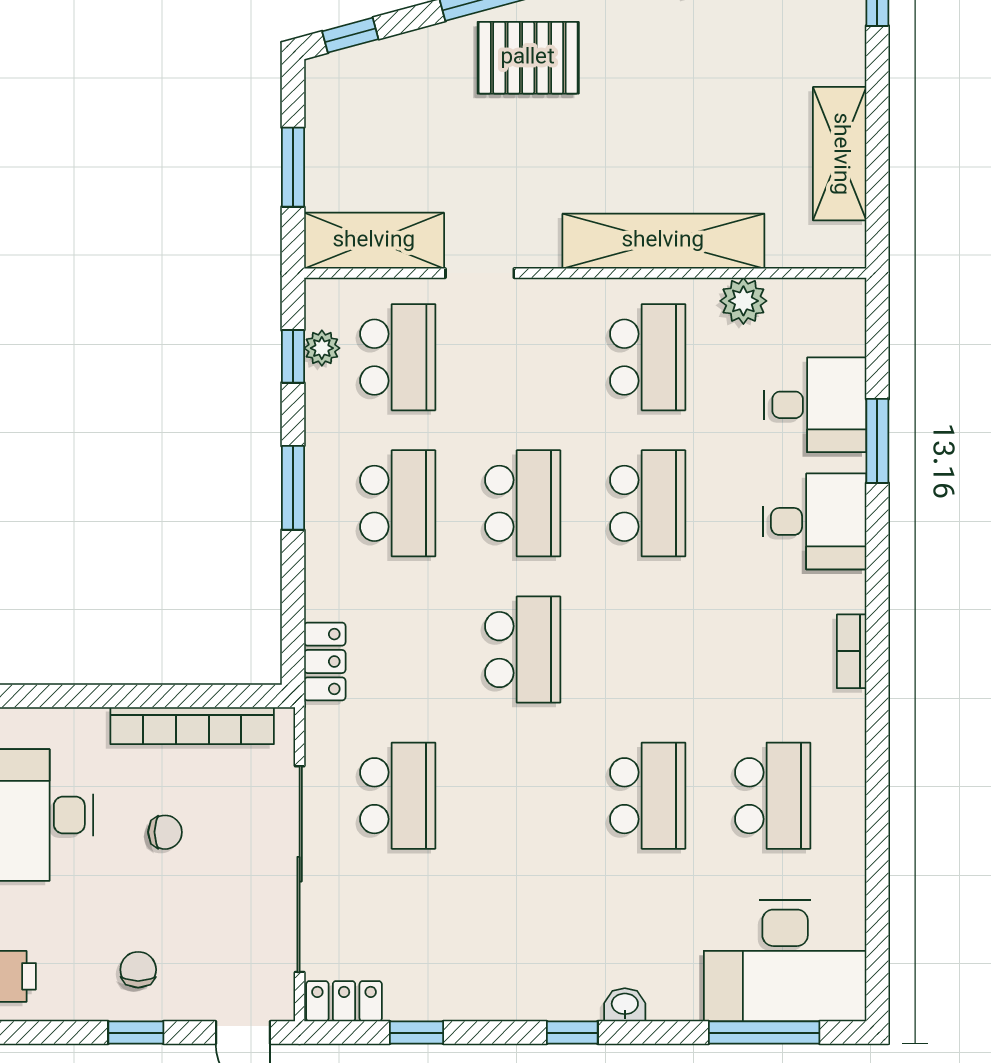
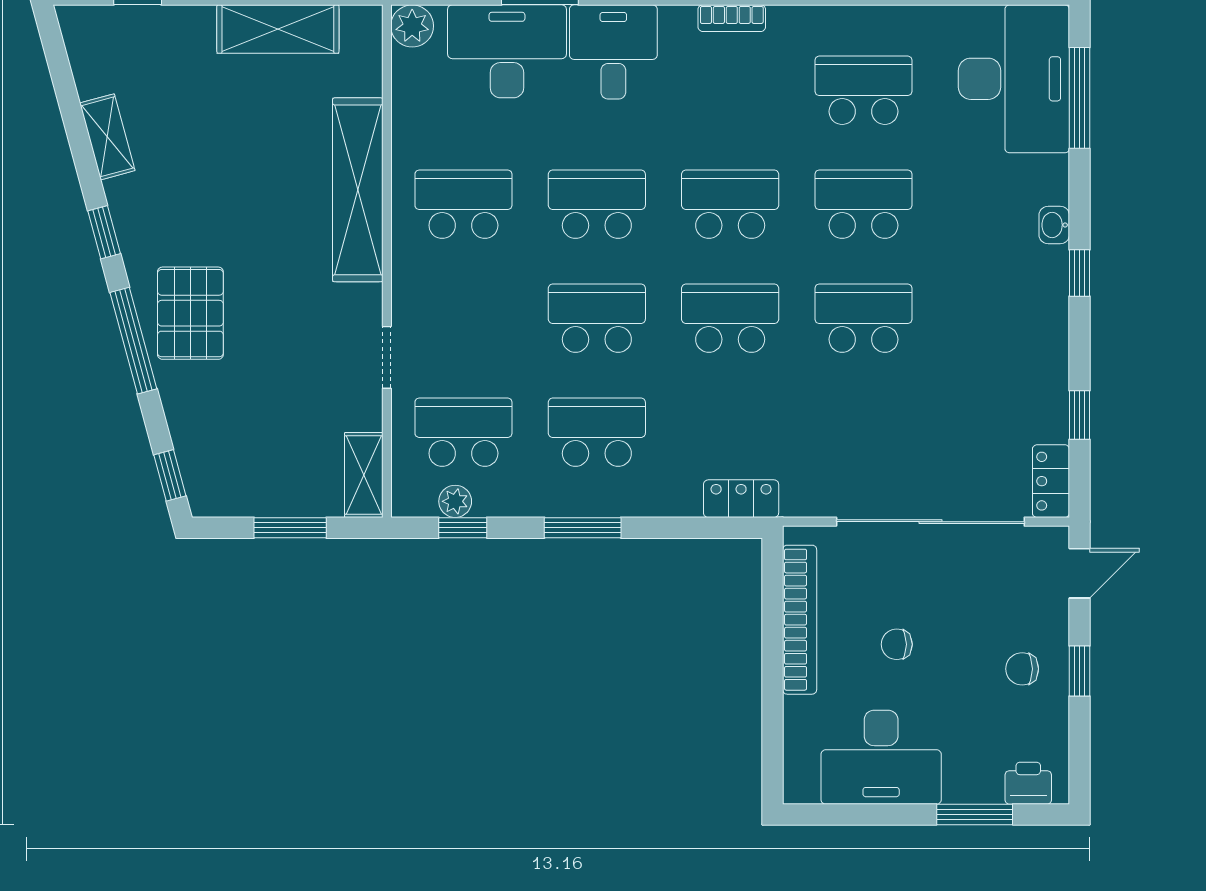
shelving: (374, 241) -> (364, 475), width x0.67, depth x0.75
plant: (743, 301) -> (412, 26), moved
desk: (815, 405) -> (507, 51), width x1.37
school desk: (648, 650) -> (730, 204), added
school desk: (398, 796) -> (863, 318), moved
chair: (165, 832) -> (897, 644), turned -90

